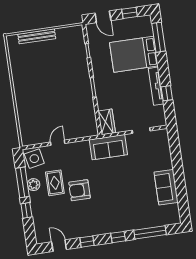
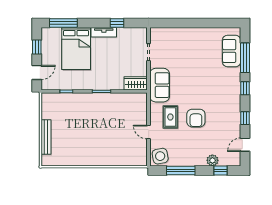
tv unit: (156, 86) -> (104, 32), width x0.71
rug: (55, 183) -> (170, 117), moved, turned 90
plant: (34, 185) -> (212, 160), moved
sofa: (166, 187) -> (232, 51), moved, turned 90
window: (26, 210) -> (220, 171), moved

